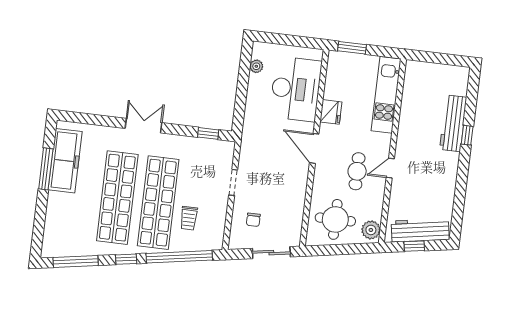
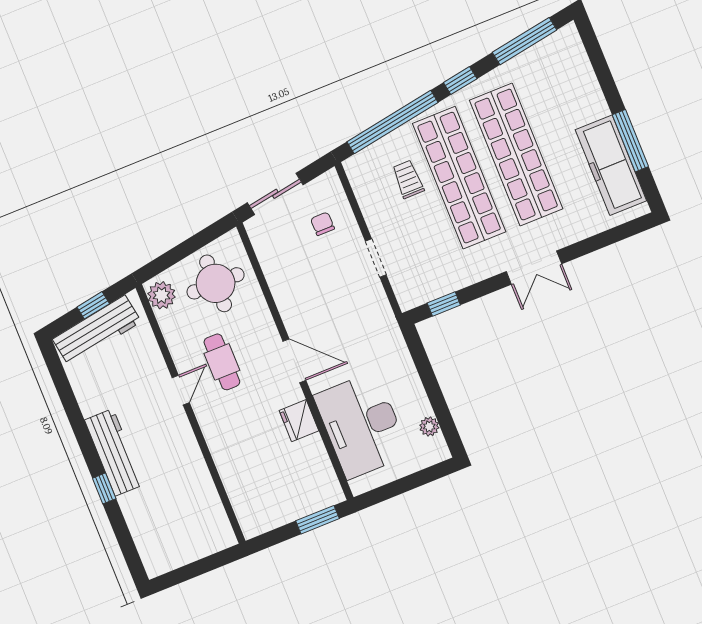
kitchen unit: (386, 95) -> (239, 483), removed
workbench: (453, 123) -> (114, 452), moved

